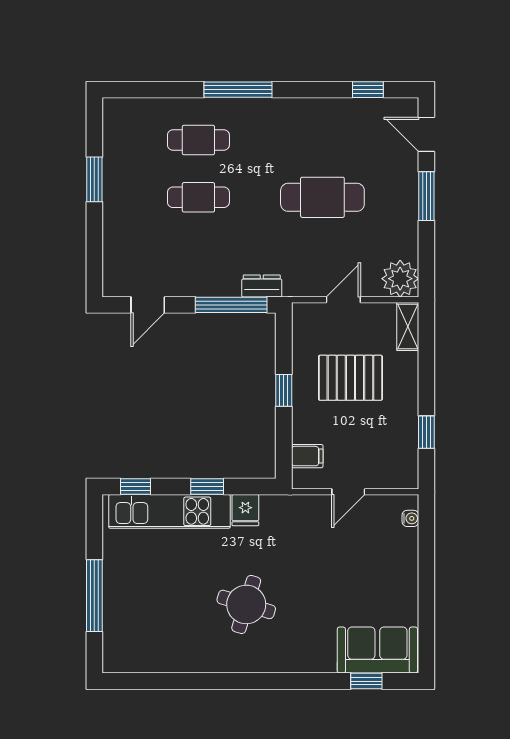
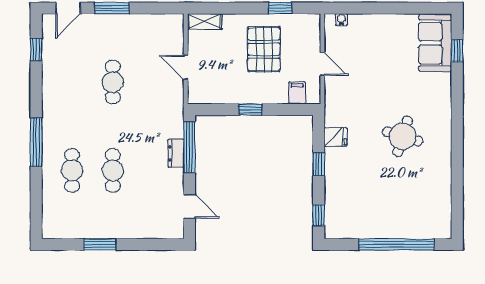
cafe table: (322, 197) -> (113, 82), width x0.73, depth x0.74
plant: (400, 279) -> (171, 27), removed
dresser: (262, 286) -> (176, 153), moved
pallet: (350, 378) -> (264, 49), moved
kitchen unit: (169, 511) -> (336, 191), removed
window: (94, 596) -> (396, 244), width x1.46

